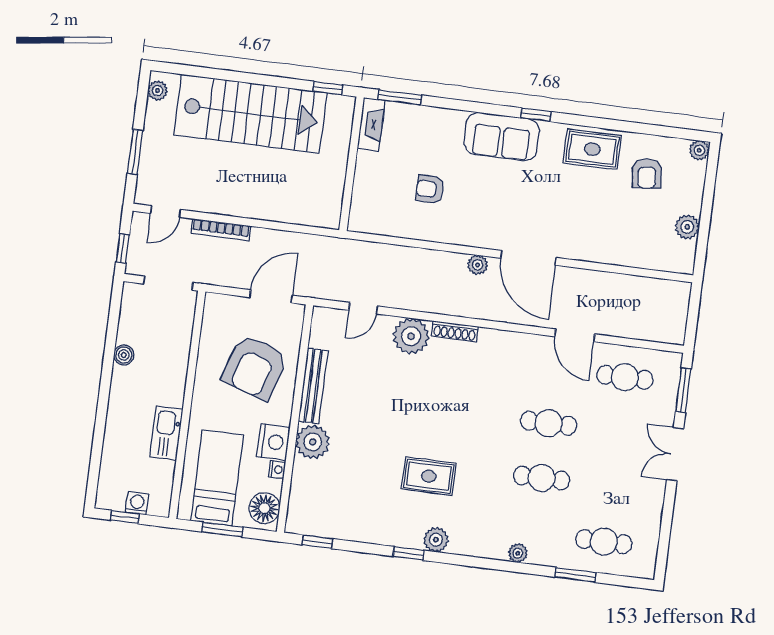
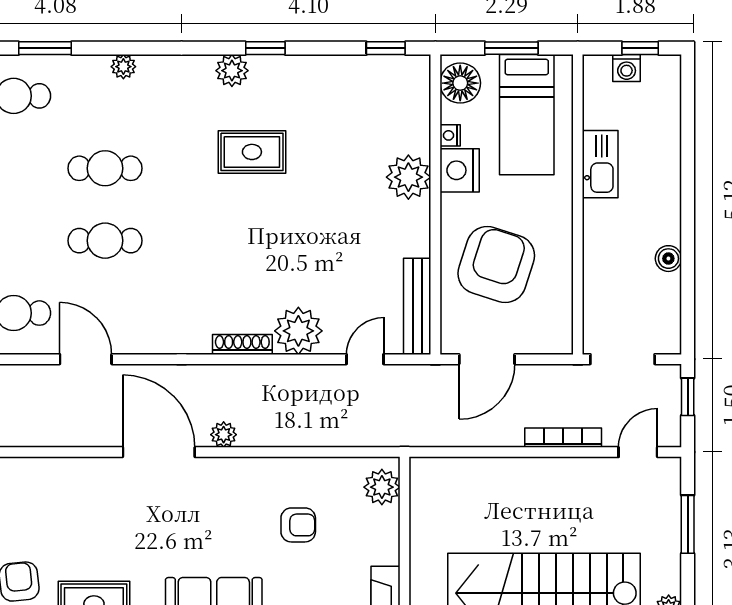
plant: (363, 210) -> (382, 487), added
bench: (313, 386) -> (417, 306), moved

